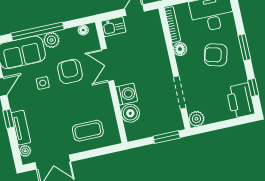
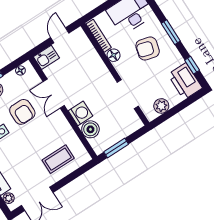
armchair: (70, 71) -> (22, 112), turned 180
plant: (196, 119) -> (161, 106), moved
window: (167, 137) -> (116, 148), moved

